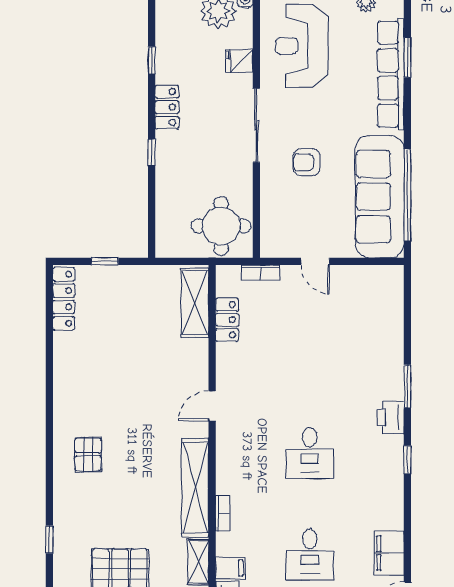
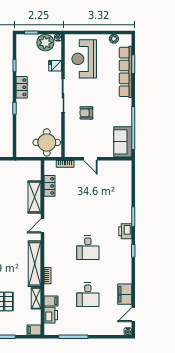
sofa: (380, 197) -> (123, 142), width x0.54, depth x0.79
shelving: (195, 303) -> (35, 197), moved

